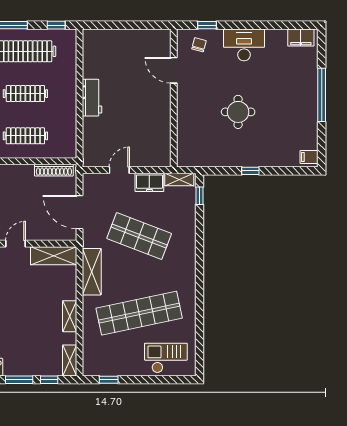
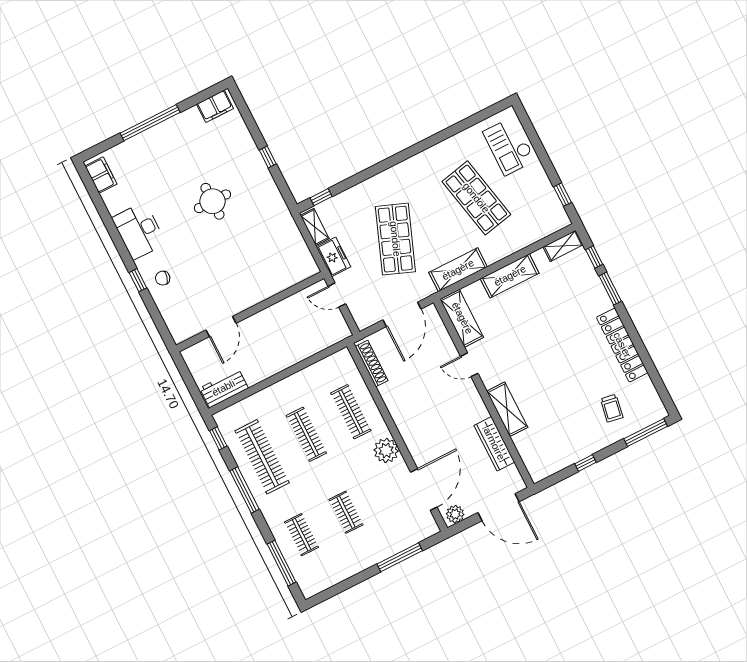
door: (174, 70) -> (221, 327), moved
workbench: (92, 98) -> (224, 388), moved
wall: (174, 98) -> (250, 312), moved
filing cabinet: (309, 157) -> (215, 106), width x2.00
shop shelf: (139, 313) -> (476, 198), width x0.71
shelving: (70, 316) -> (510, 276), width x1.50, depth x1.33

